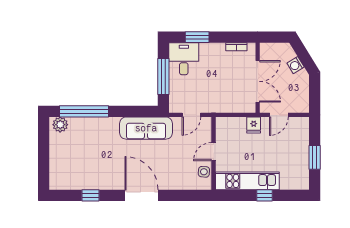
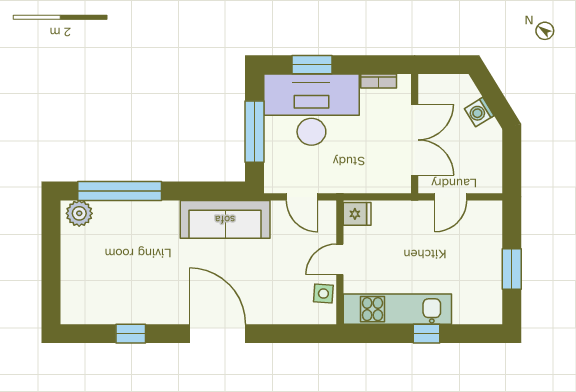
desk: (184, 59) -> (311, 110), width x1.87, depth x1.30
door: (191, 115) -> (302, 197), hinge flipped
fridge: (254, 125) -> (357, 214), moved, turned -90

